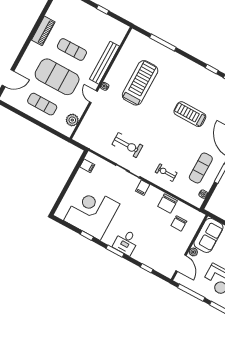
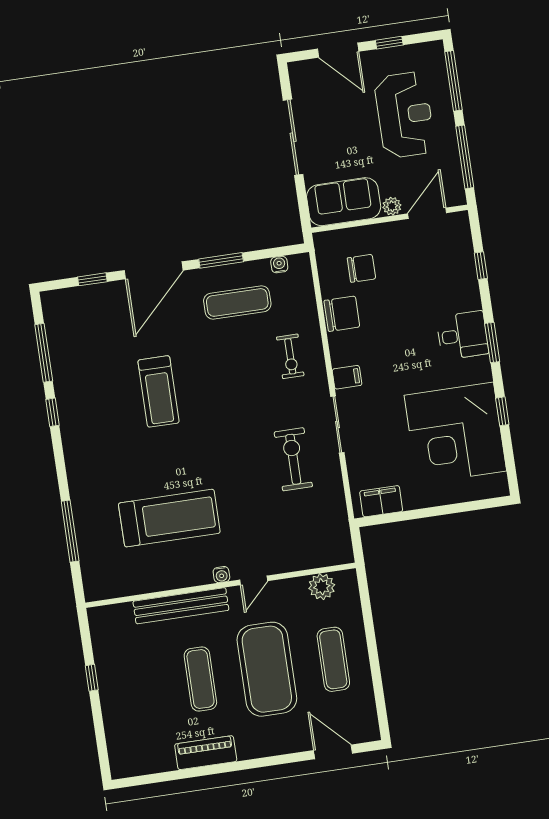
treadmill: (140, 83) -> (169, 518), turned 180
filing cabinet: (87, 166) -> (381, 501), width x2.00

